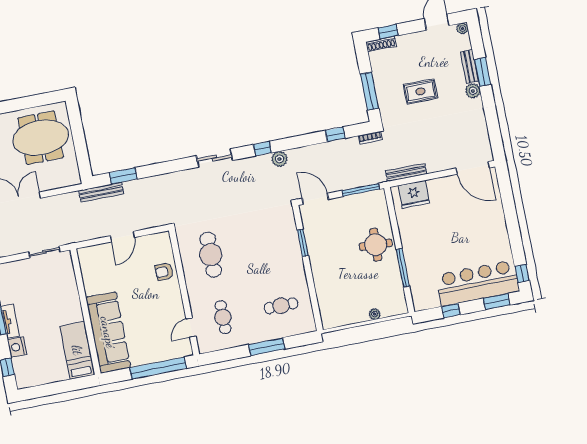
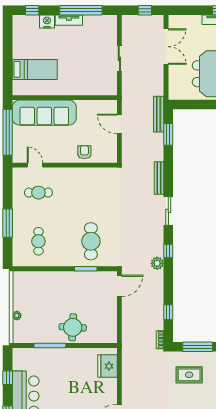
rug: (420, 91) -> (189, 375), moved, turned 90
bench: (406, 172) -> (159, 178), moved
window: (361, 190) -> (119, 324), removed
cafe table: (211, 255) -> (91, 241), moved, turned 90
wall: (85, 312) -> (65, 98), moved
sofa: (108, 332) -> (44, 113), moved

